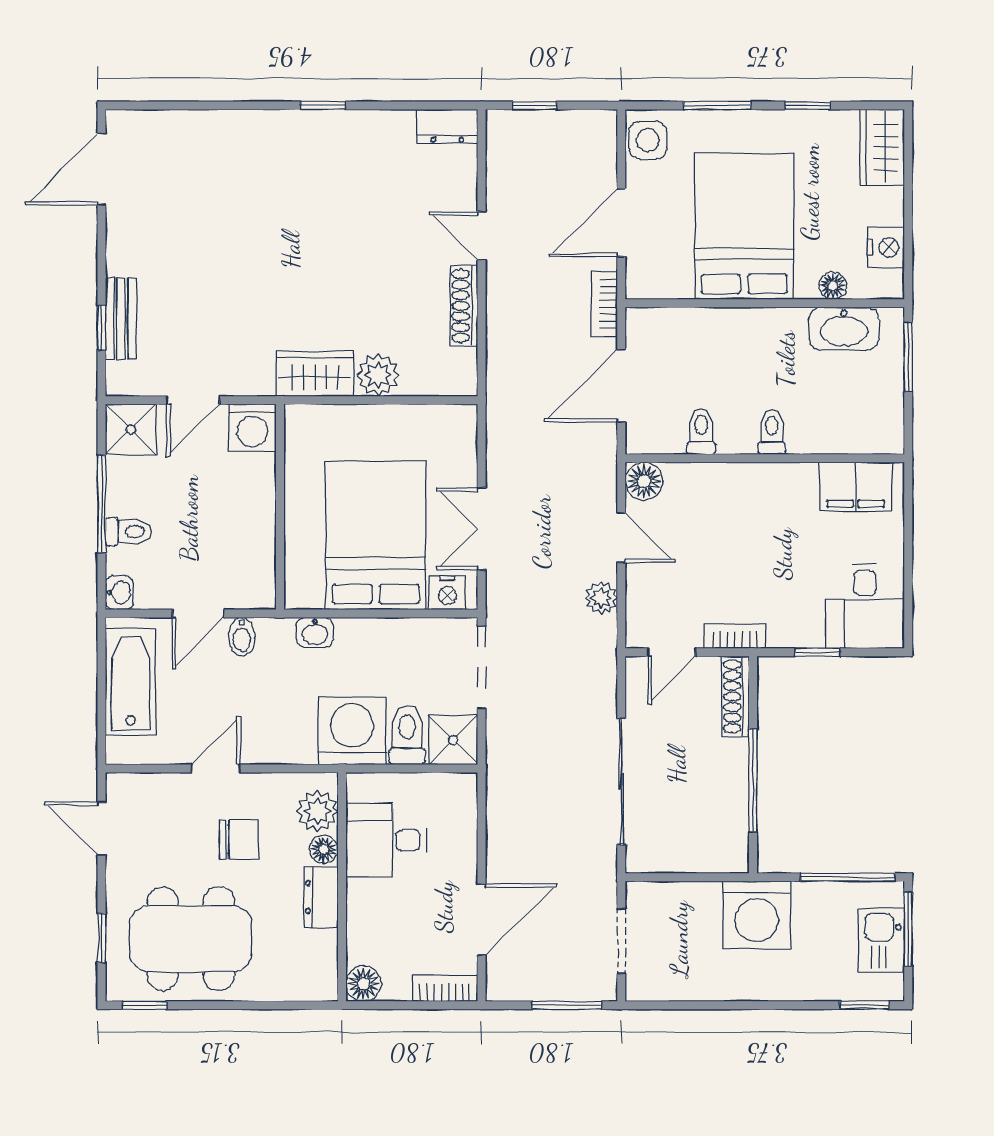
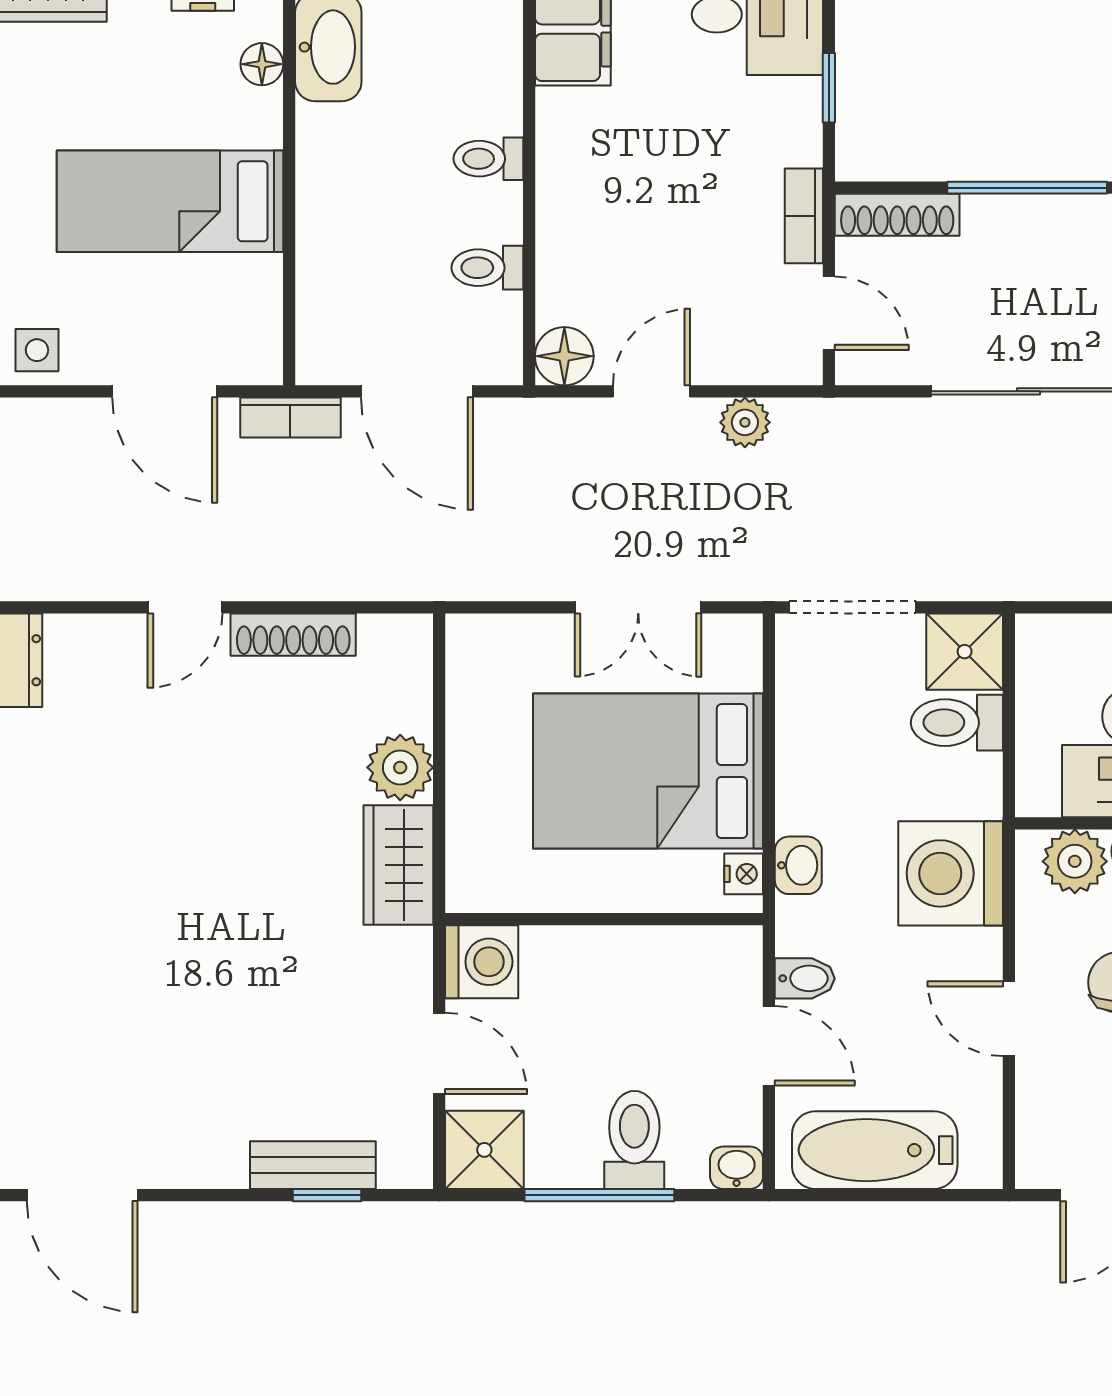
side table: (648, 140) -> (37, 350), width x0.73, depth x0.73
bed: (744, 226) -> (170, 201), width x0.67
toilet: (128, 532) -> (634, 1140), width x1.37, depth x1.39
nightstand: (447, 593) -> (744, 874), moved, width x0.72, depth x0.74
washing machine: (352, 731) -> (951, 873), moved

